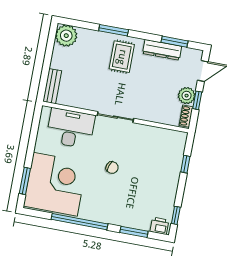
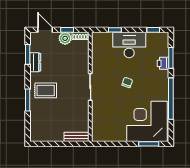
plant: (66, 36) -> (38, 133), removed
dresser: (162, 50) -> (35, 62), width x0.70
desk: (71, 128) -> (129, 45), moved, turned 90
printer: (159, 226) -> (163, 63), moved

